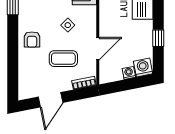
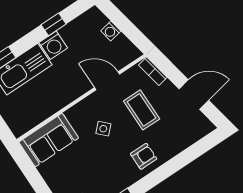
washing machine: (143, 68) -> (53, 45), moved, turned -79

